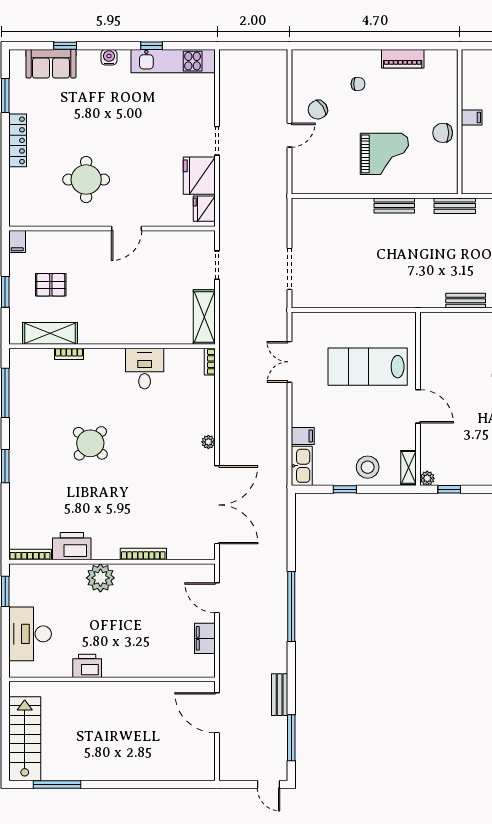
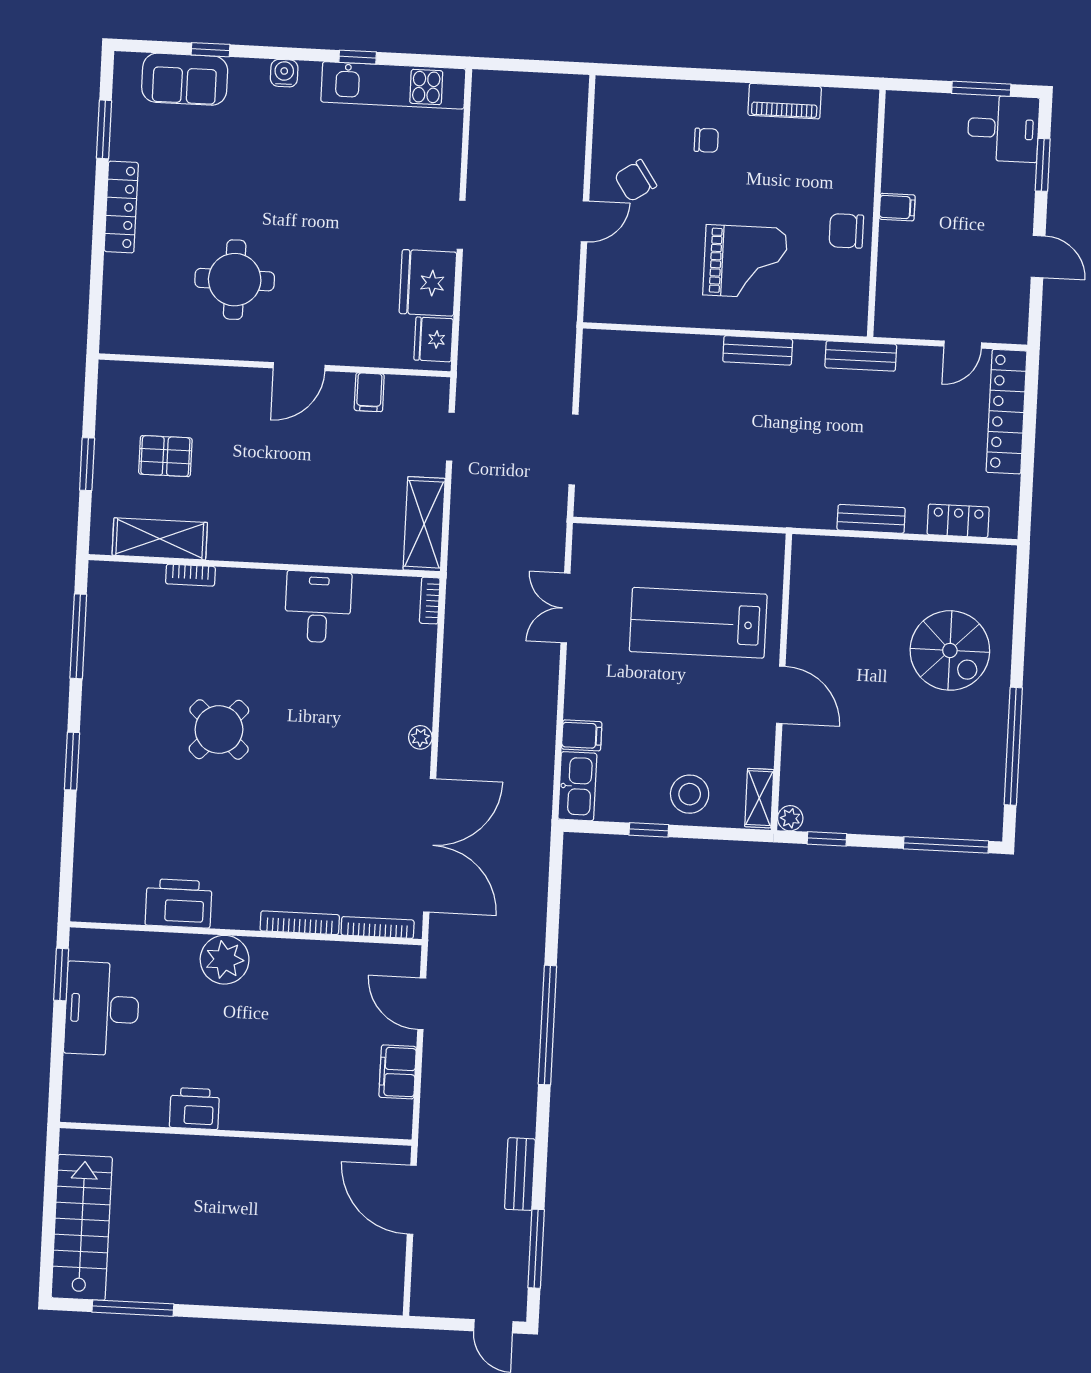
filing cabinet: (17, 241) -> (369, 392), moved
bookcase: (30, 554) -> (378, 928), moved
desk: (30, 634) -> (102, 1009), moved

